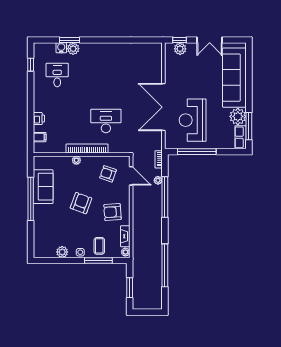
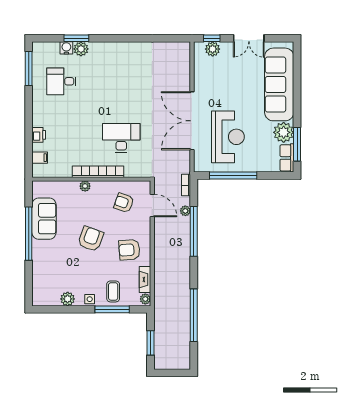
window: (31, 65) -> (29, 69), width x2.17
desk: (57, 75) -> (61, 81), turned -90
reception desk: (193, 120) -> (228, 137), turned 180

